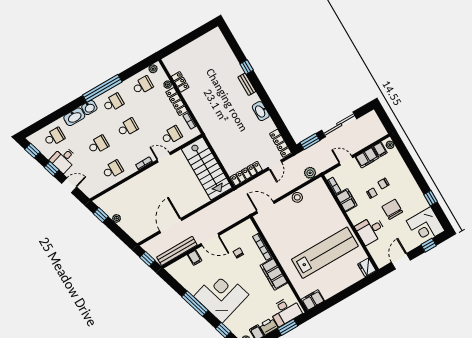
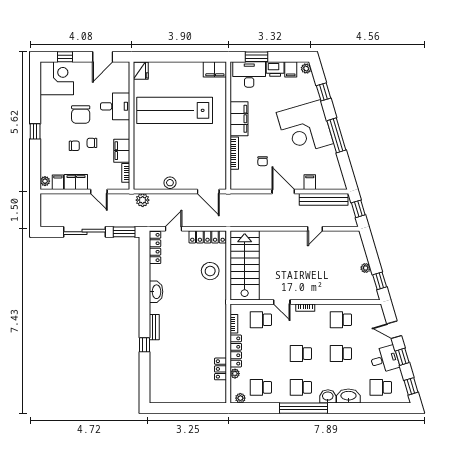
stool: (230, 149) -> (210, 271), added
window: (431, 198) -> (35, 131), moved
door: (171, 226) -> (315, 229), width x0.53

